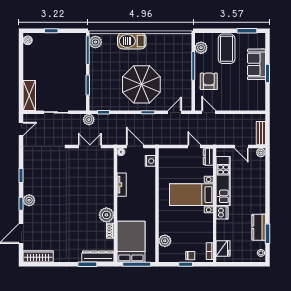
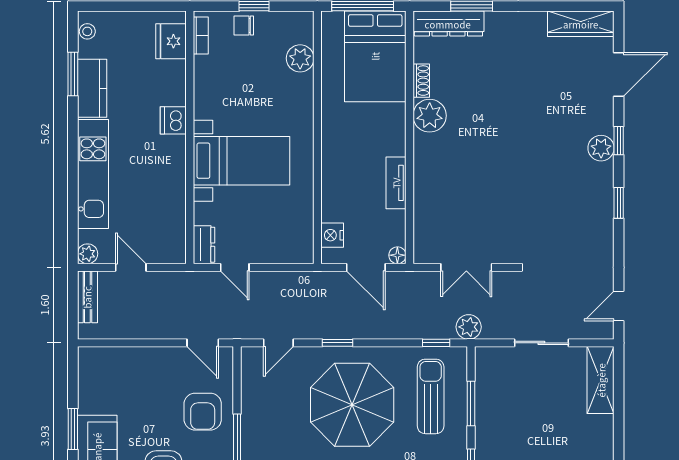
sun lounger: (106, 88) -> (431, 396), added
kitchen unit: (223, 181) -> (93, 174), moved, turned 180

